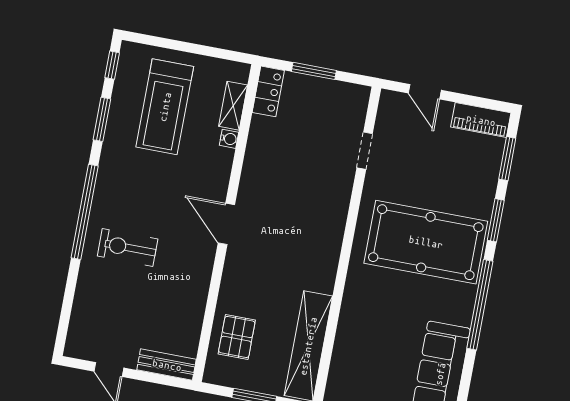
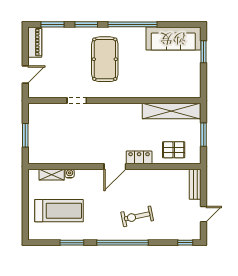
window: (112, 65) -> (185, 243), moved
locker: (268, 91) -> (139, 157), moved
doorway: (365, 151) -> (77, 101), moved
pool table: (426, 242) -> (105, 59), width x0.73, depth x0.76
exercise bike: (128, 248) -> (137, 216), turned 78

